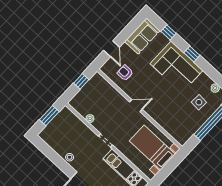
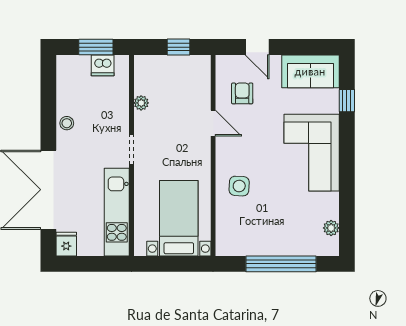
door: (112, 49) -> (257, 47), hinge flipped
window: (192, 54) -> (347, 157), removed
side table: (199, 102) -> (239, 186), moved
door: (136, 106) -> (213, 123), moved
dishwasher: (59, 120) -> (103, 65), added

